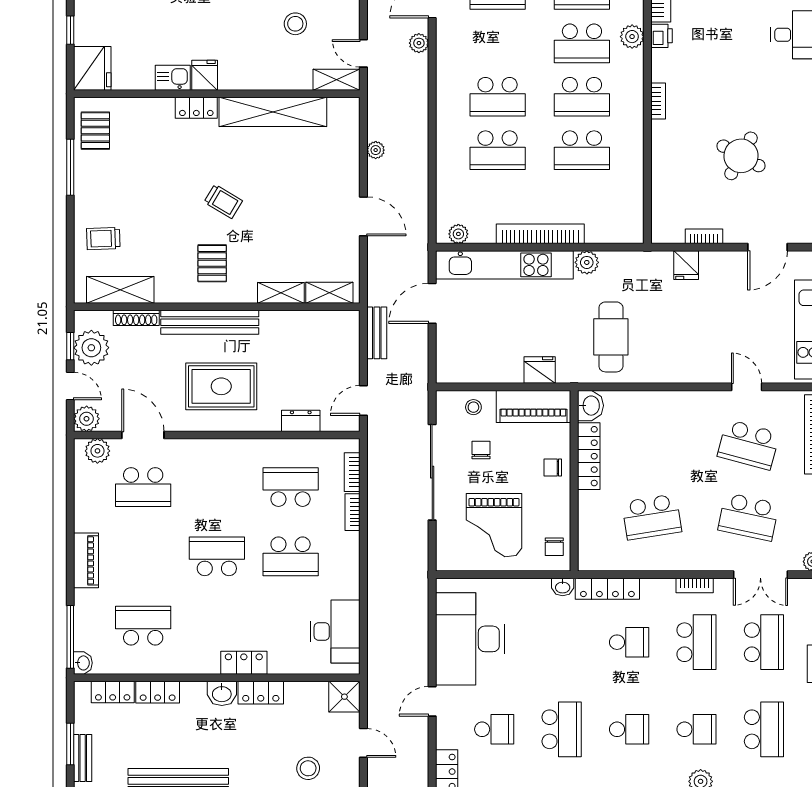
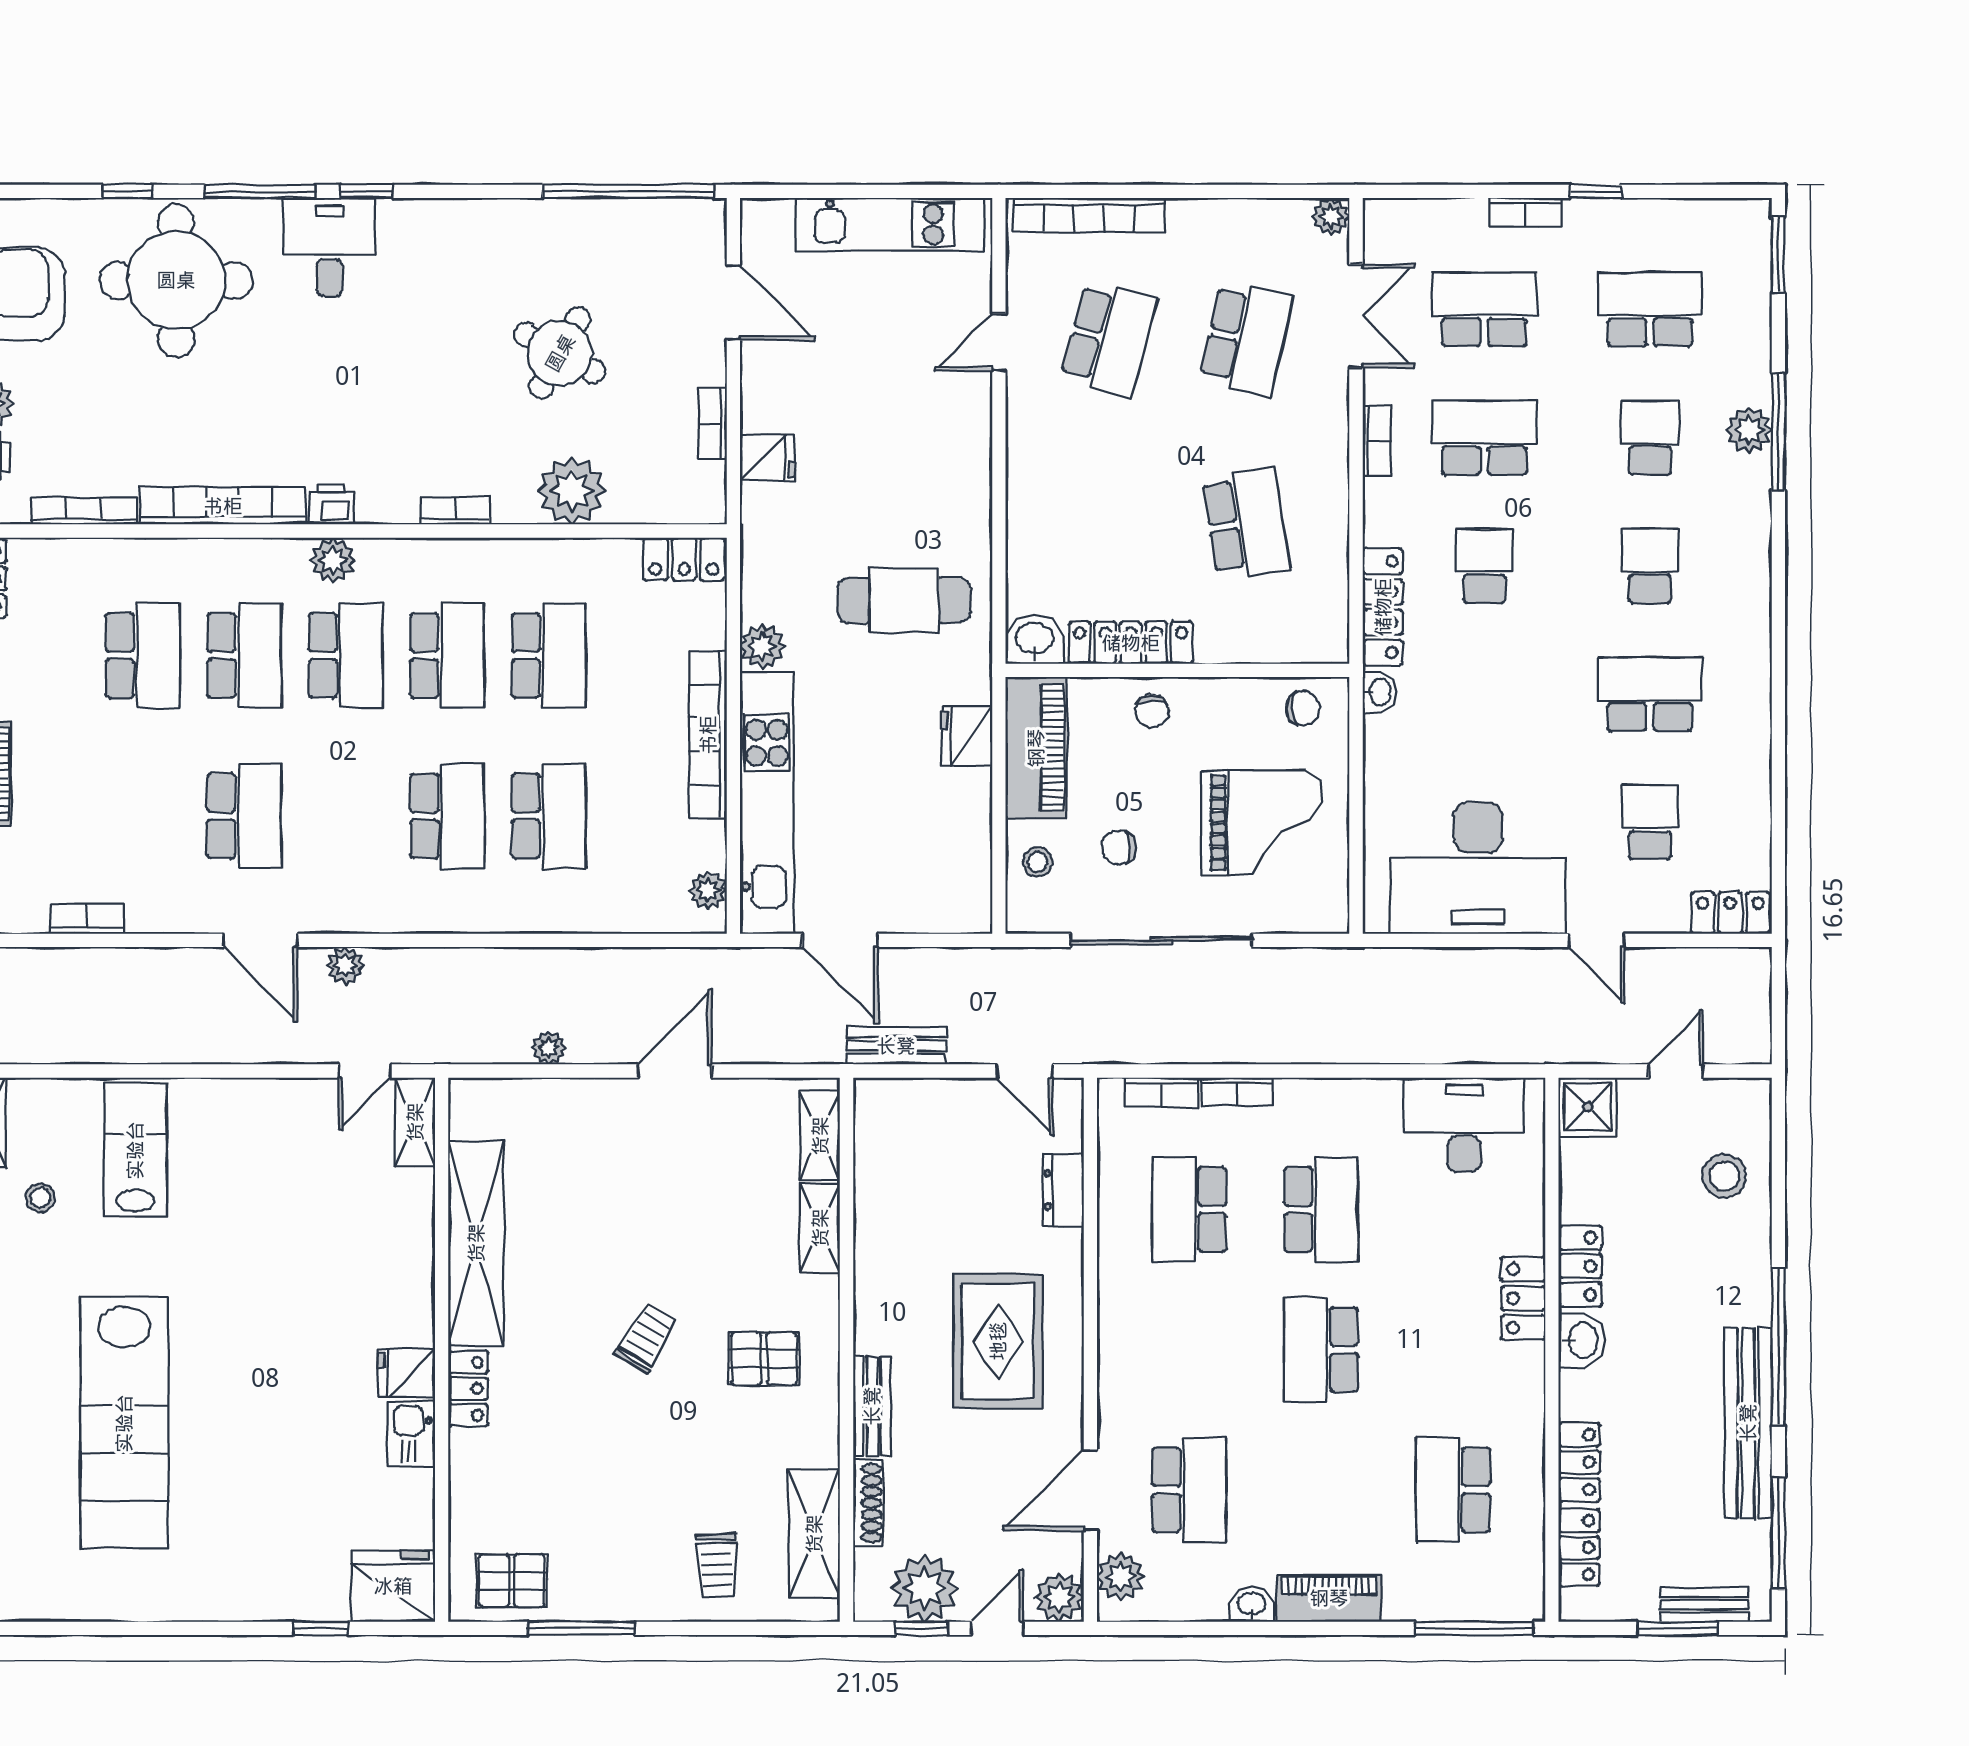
stool: (295, 24) -> (308, 1200), removed
plant: (669, 162) -> (572, 491), added
locker: (633, 221) -> (684, 559), added
bench: (210, 322) -> (872, 1406), width x0.54, depth x0.82
washbasin: (83, 663) -> (1252, 1604), moved

